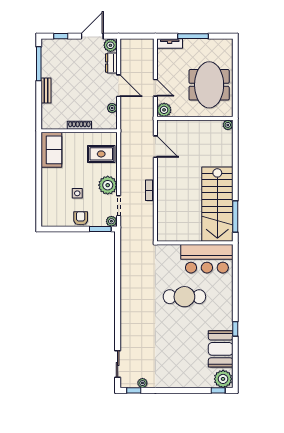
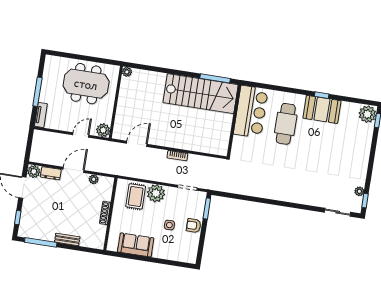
sofa: (51, 150) -> (136, 245), moved
plant: (108, 185) -> (156, 193), moved
plant: (111, 221) -> (201, 197), removed
cafe table: (184, 297) -> (286, 124), moved
booth: (221, 349) -> (322, 109), moved

